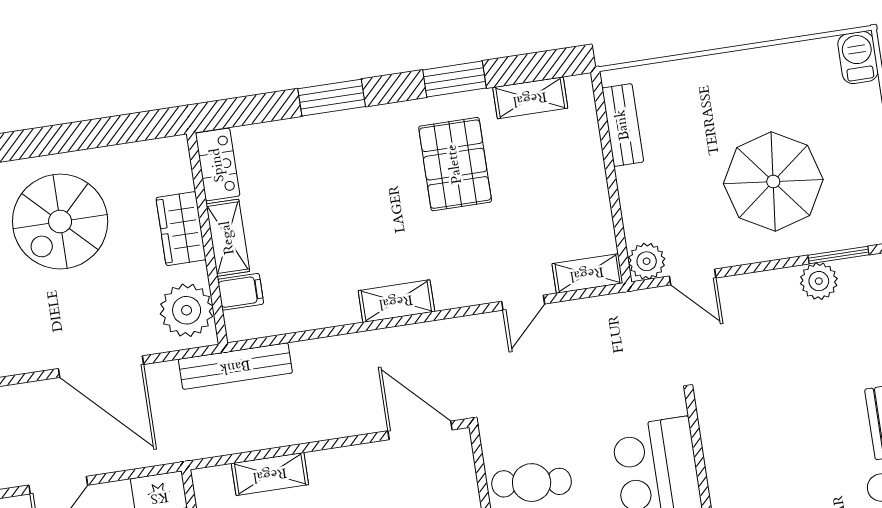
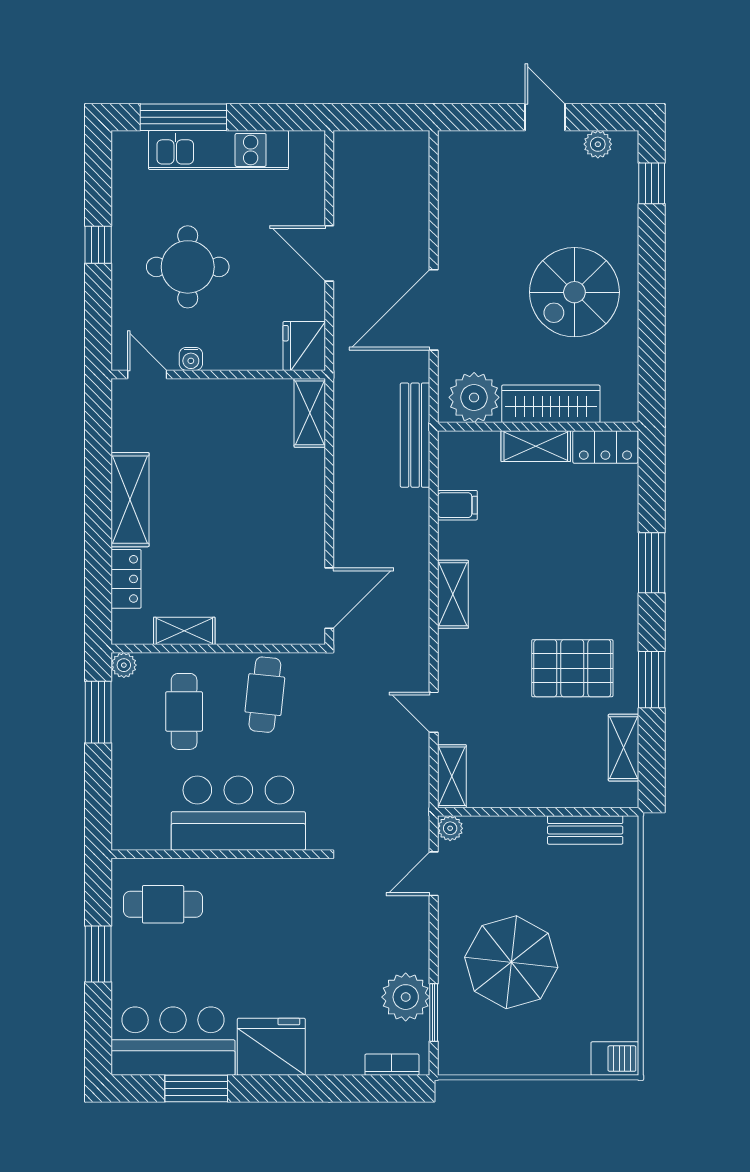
spiral stairs: (60, 222) -> (574, 292), turned -90
wardrobe: (181, 229) -> (551, 404), width x1.50
plant: (647, 261) -> (450, 828), width x0.73, depth x0.73
plant: (819, 281) -> (406, 997), width x1.36, depth x1.36
filing cabinet: (241, 292) -> (457, 505), moved, turned -90
shelving: (270, 474) -> (310, 413), moved

